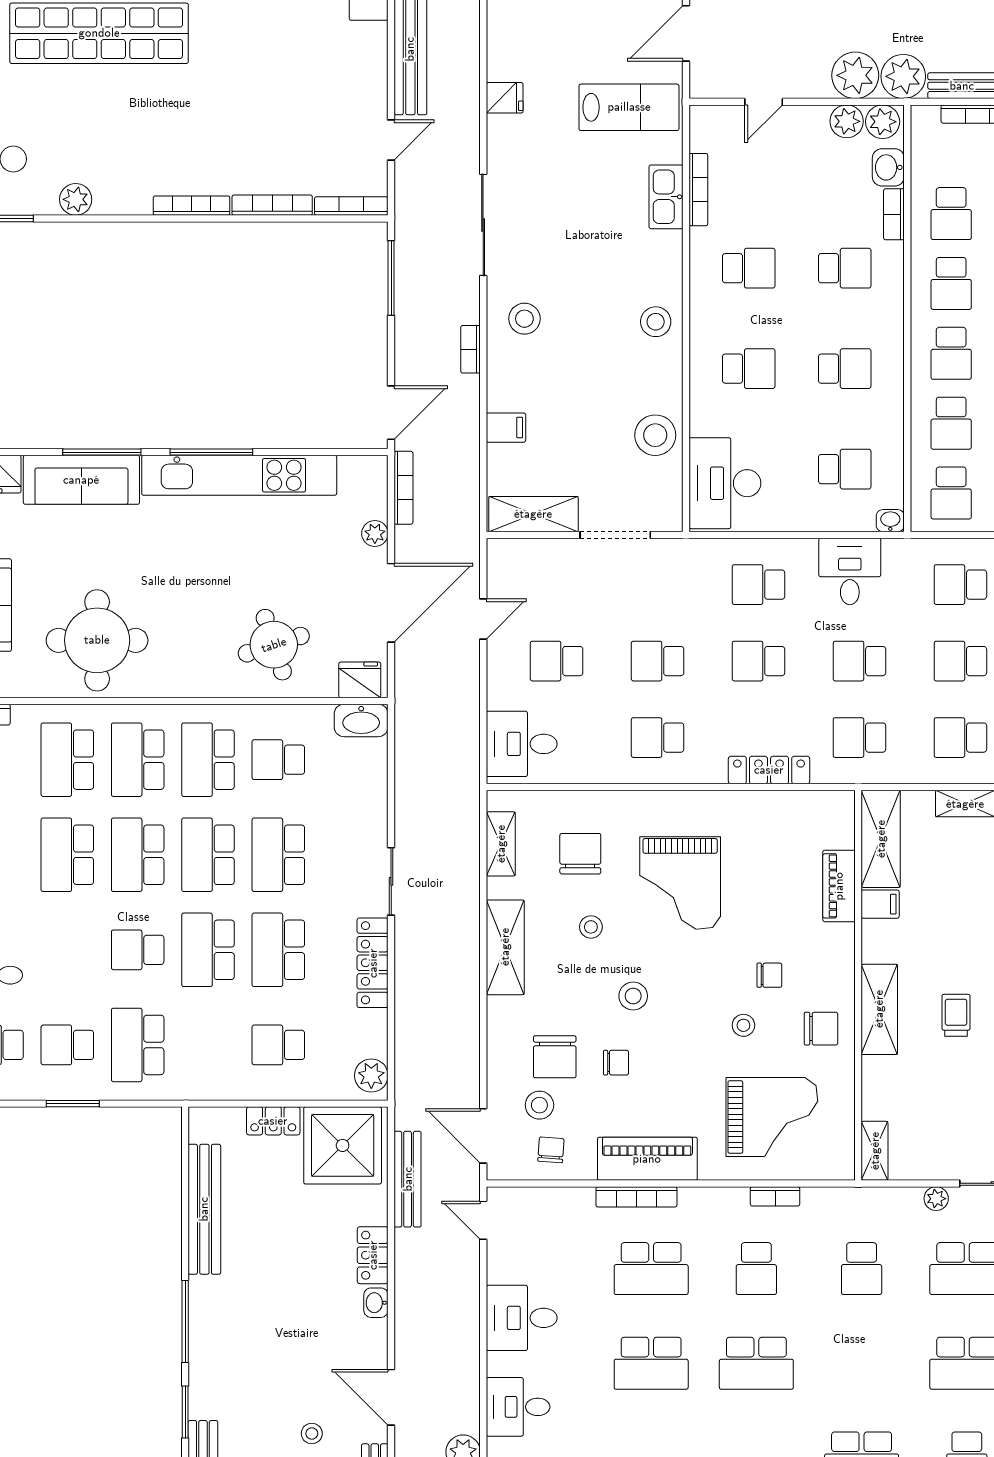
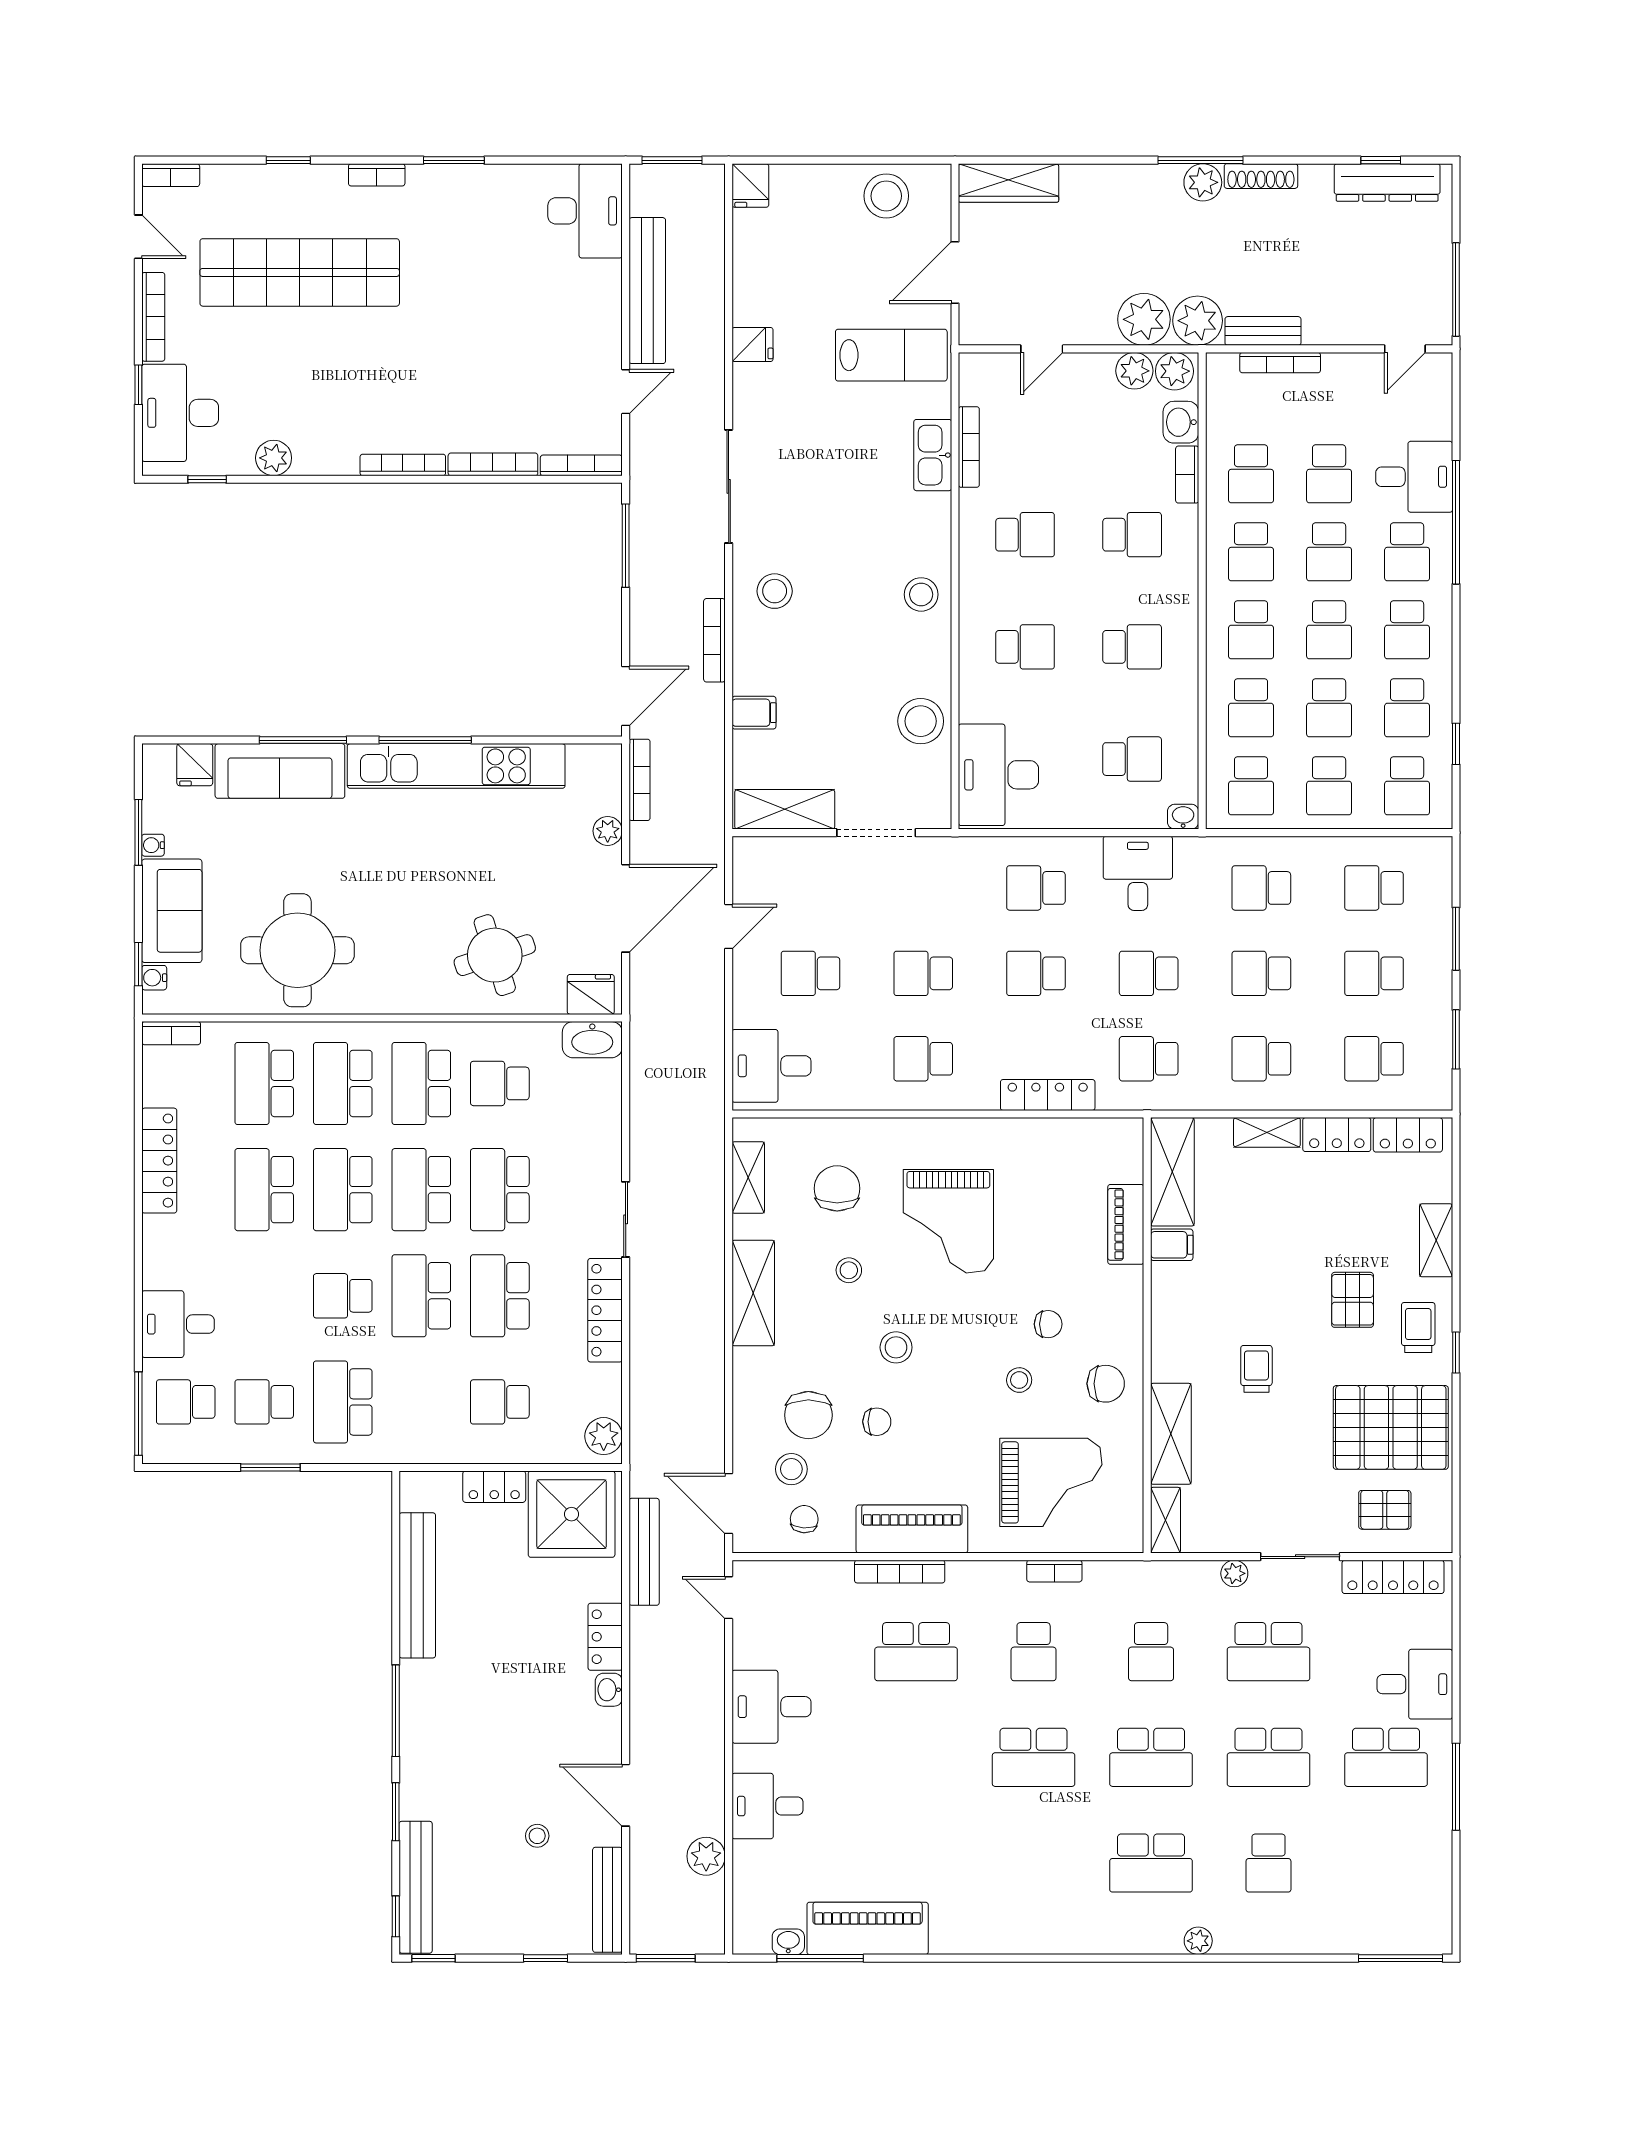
bookcase: (471, 349) -> (714, 640), width x1.56
shelving: (879, 1009) -> (1171, 1434), moved
school desk: (651, 1363) -> (1151, 1757), moved

